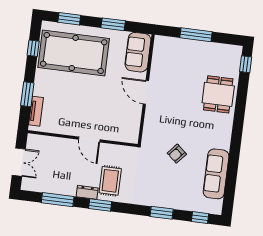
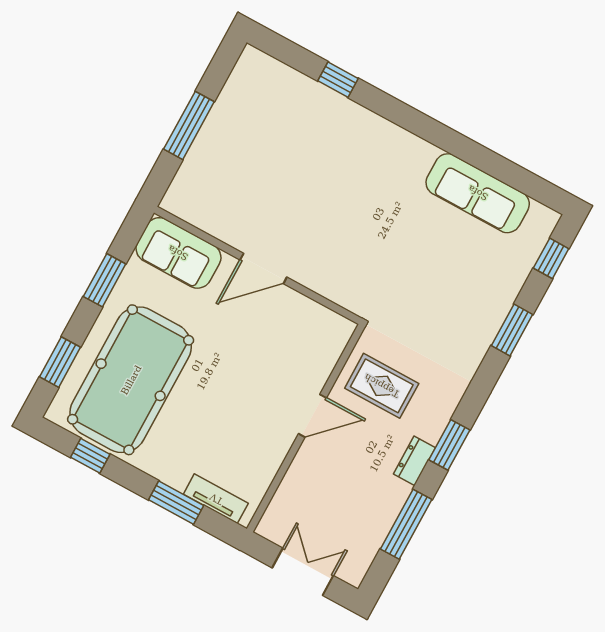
window: (246, 64) -> (338, 80), moved
dining table: (218, 94) -> (323, 128), removed
armchair: (177, 154) -> (408, 255), removed
rug: (110, 181) -> (382, 386), moved

